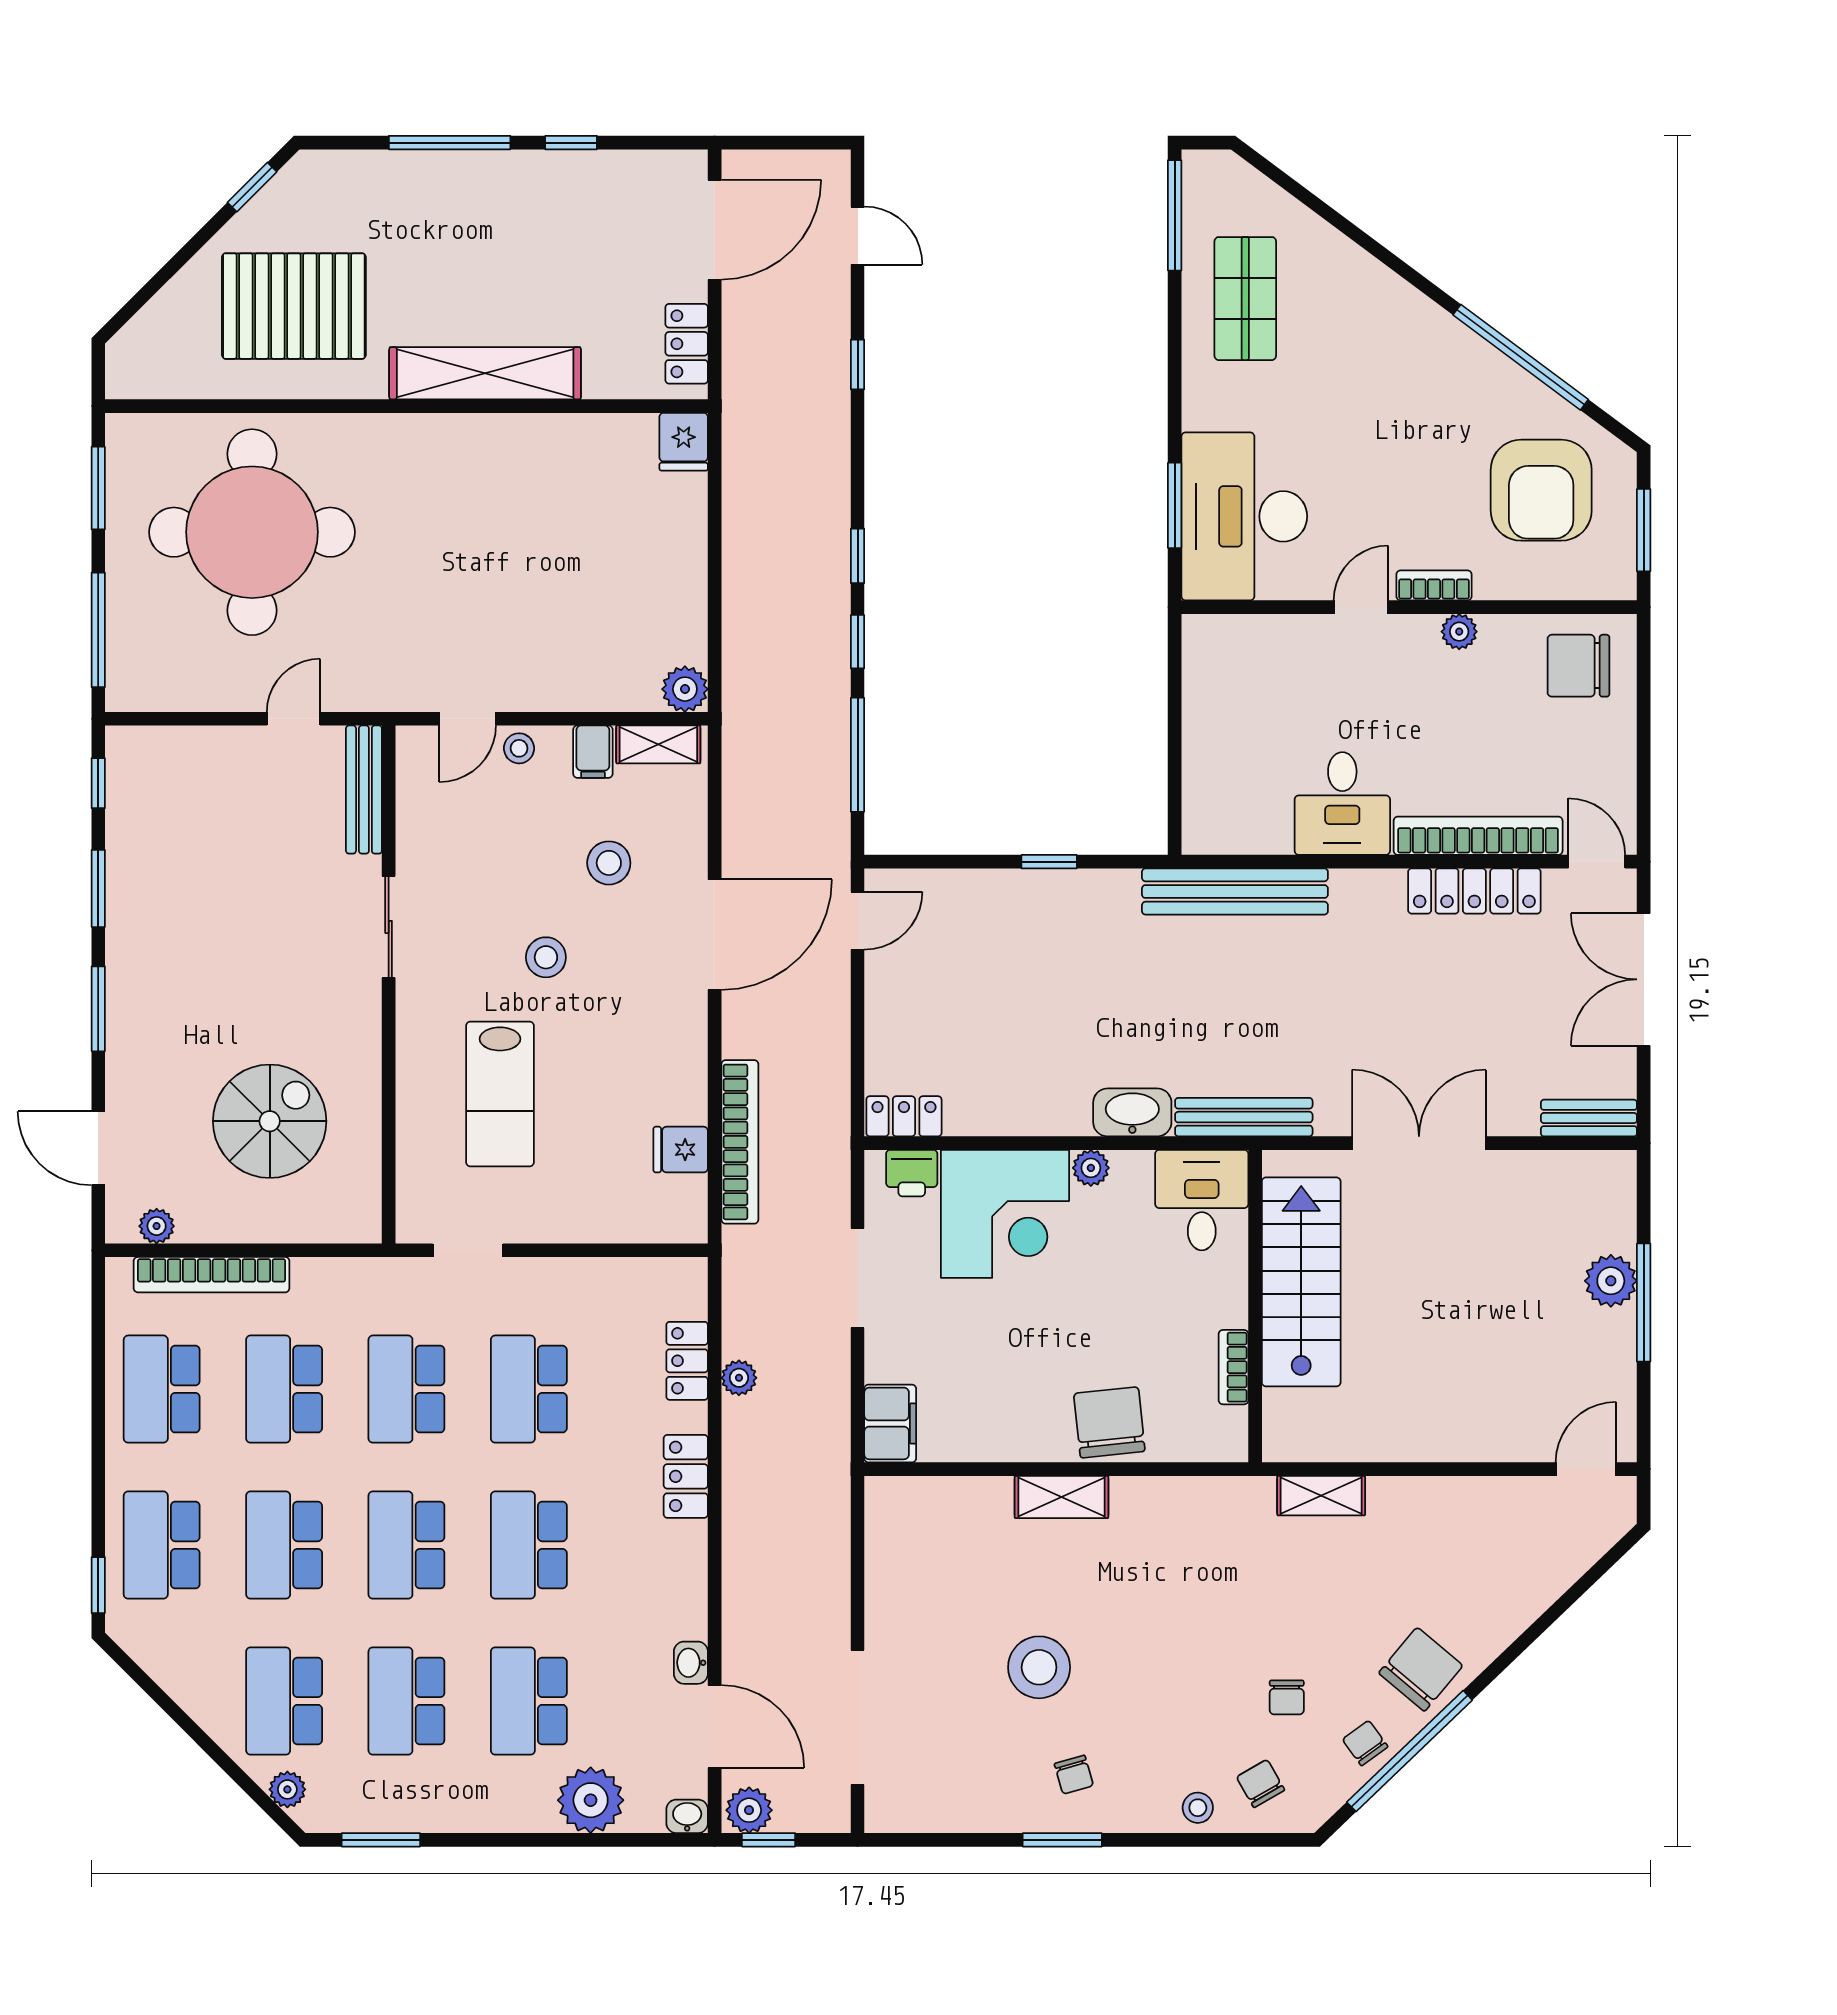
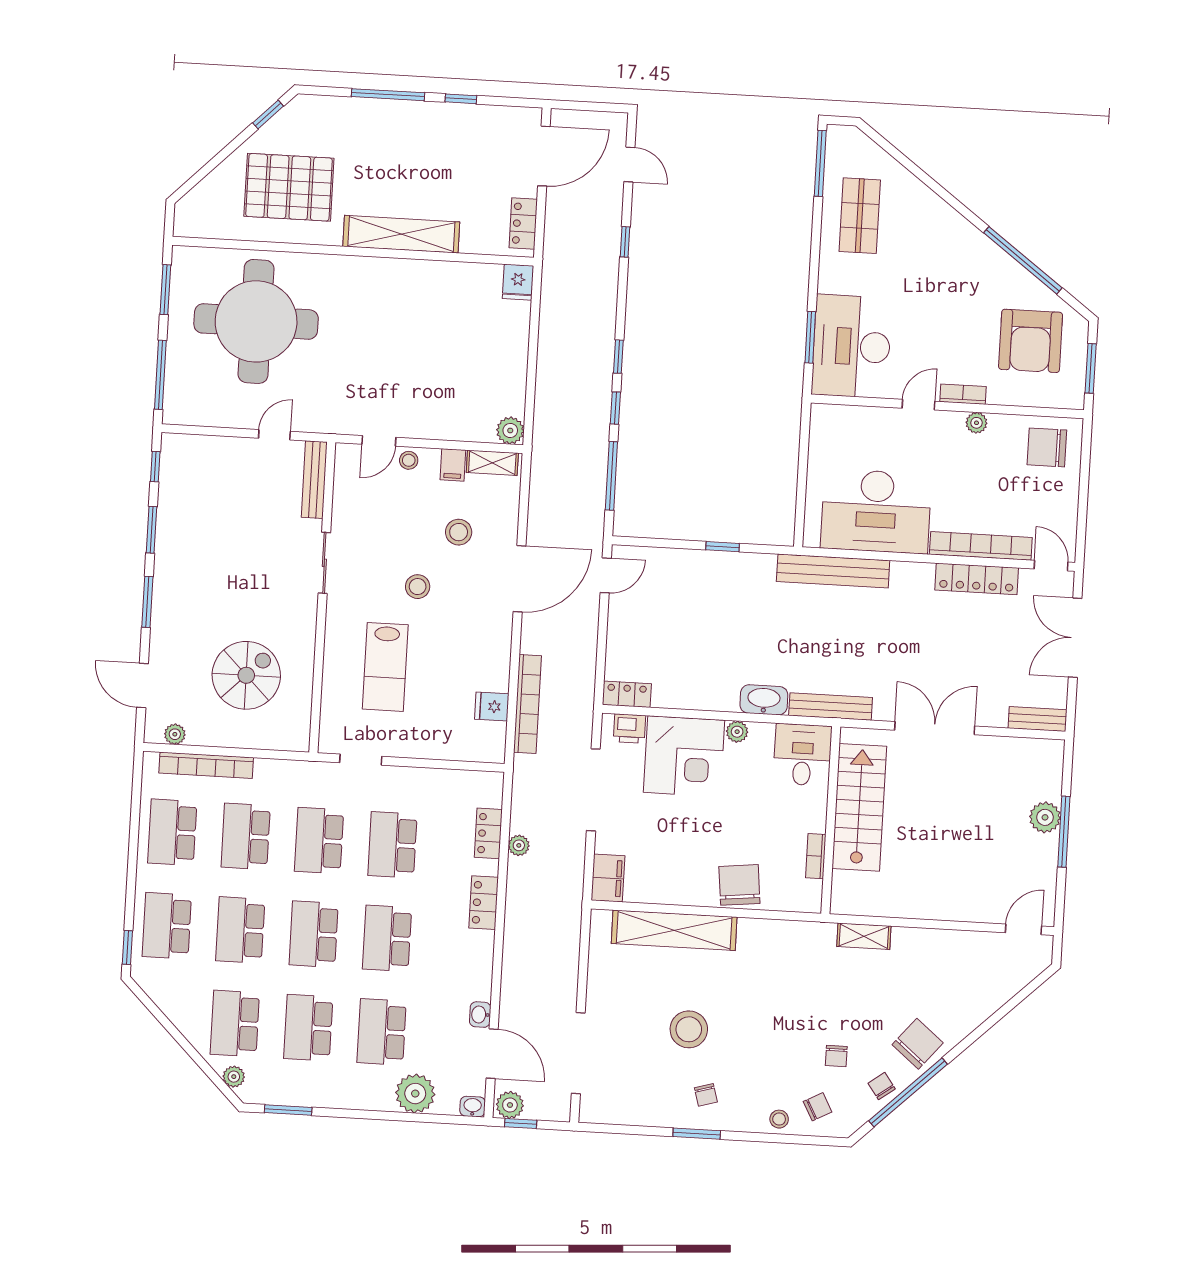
desk: (1342, 804) -> (876, 511), width x1.87, depth x1.30
doorway: (858, 1278) -> (593, 790), width x1.36
shelving: (1061, 1497) -> (674, 930), width x2.20, depth x1.33
chair: (1261, 1784) -> (818, 1107), turned 92

